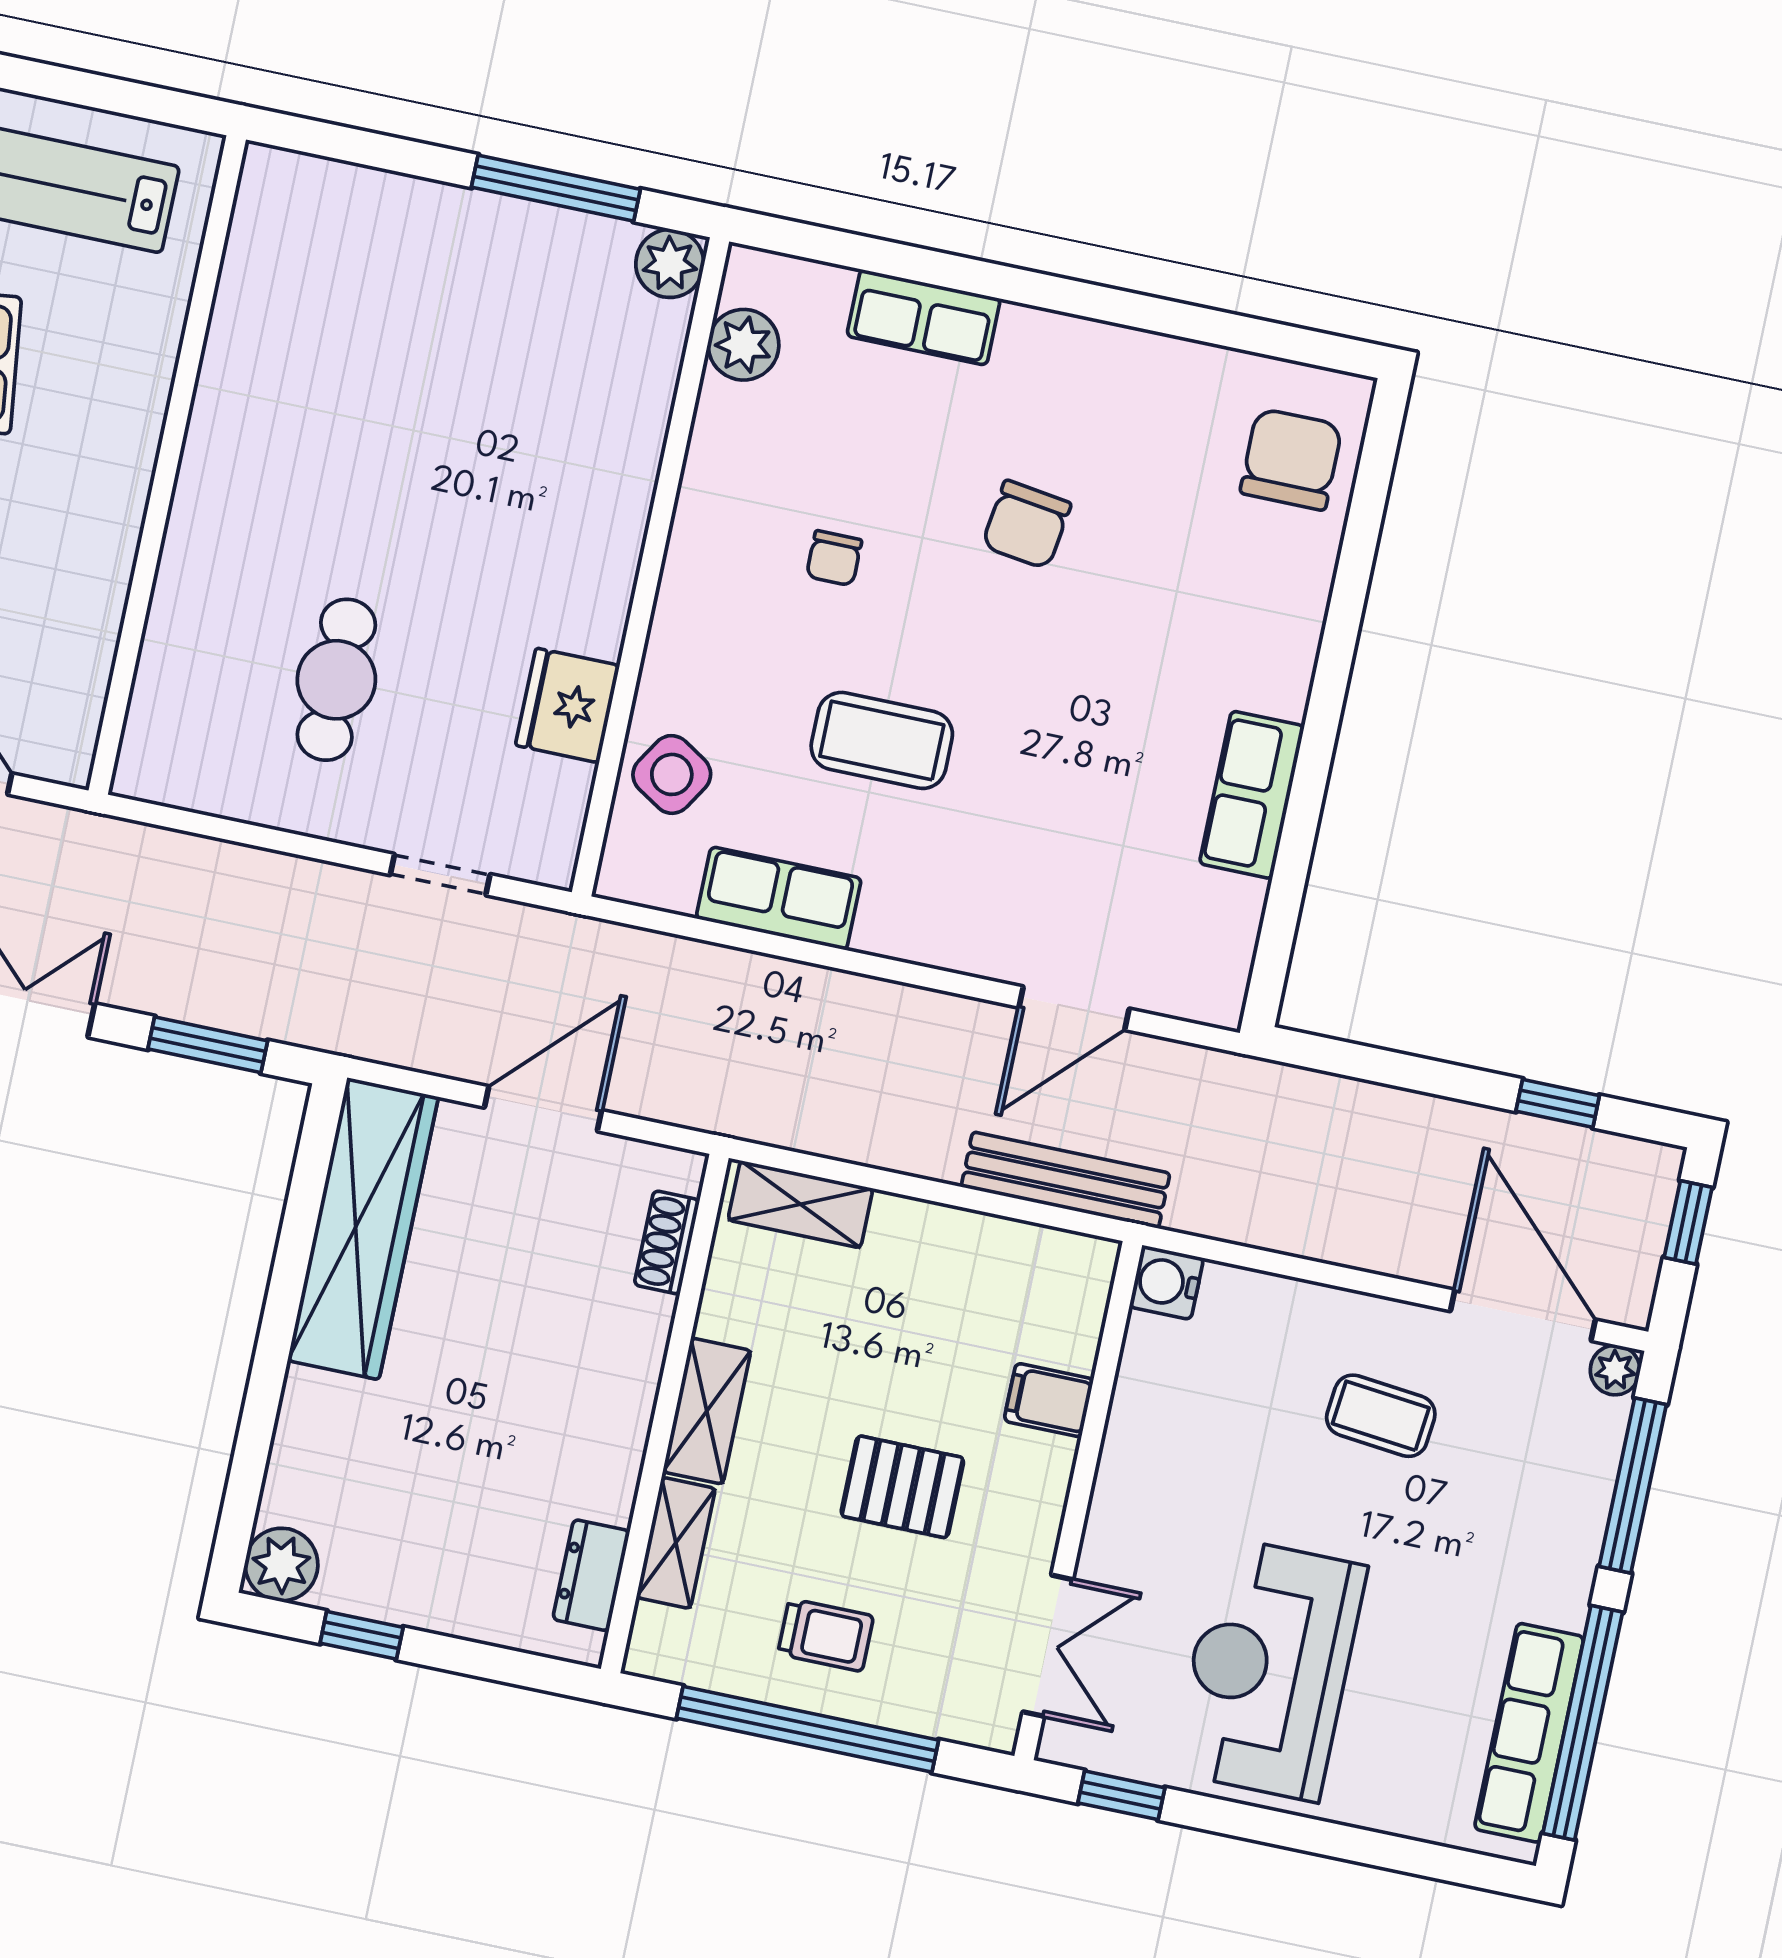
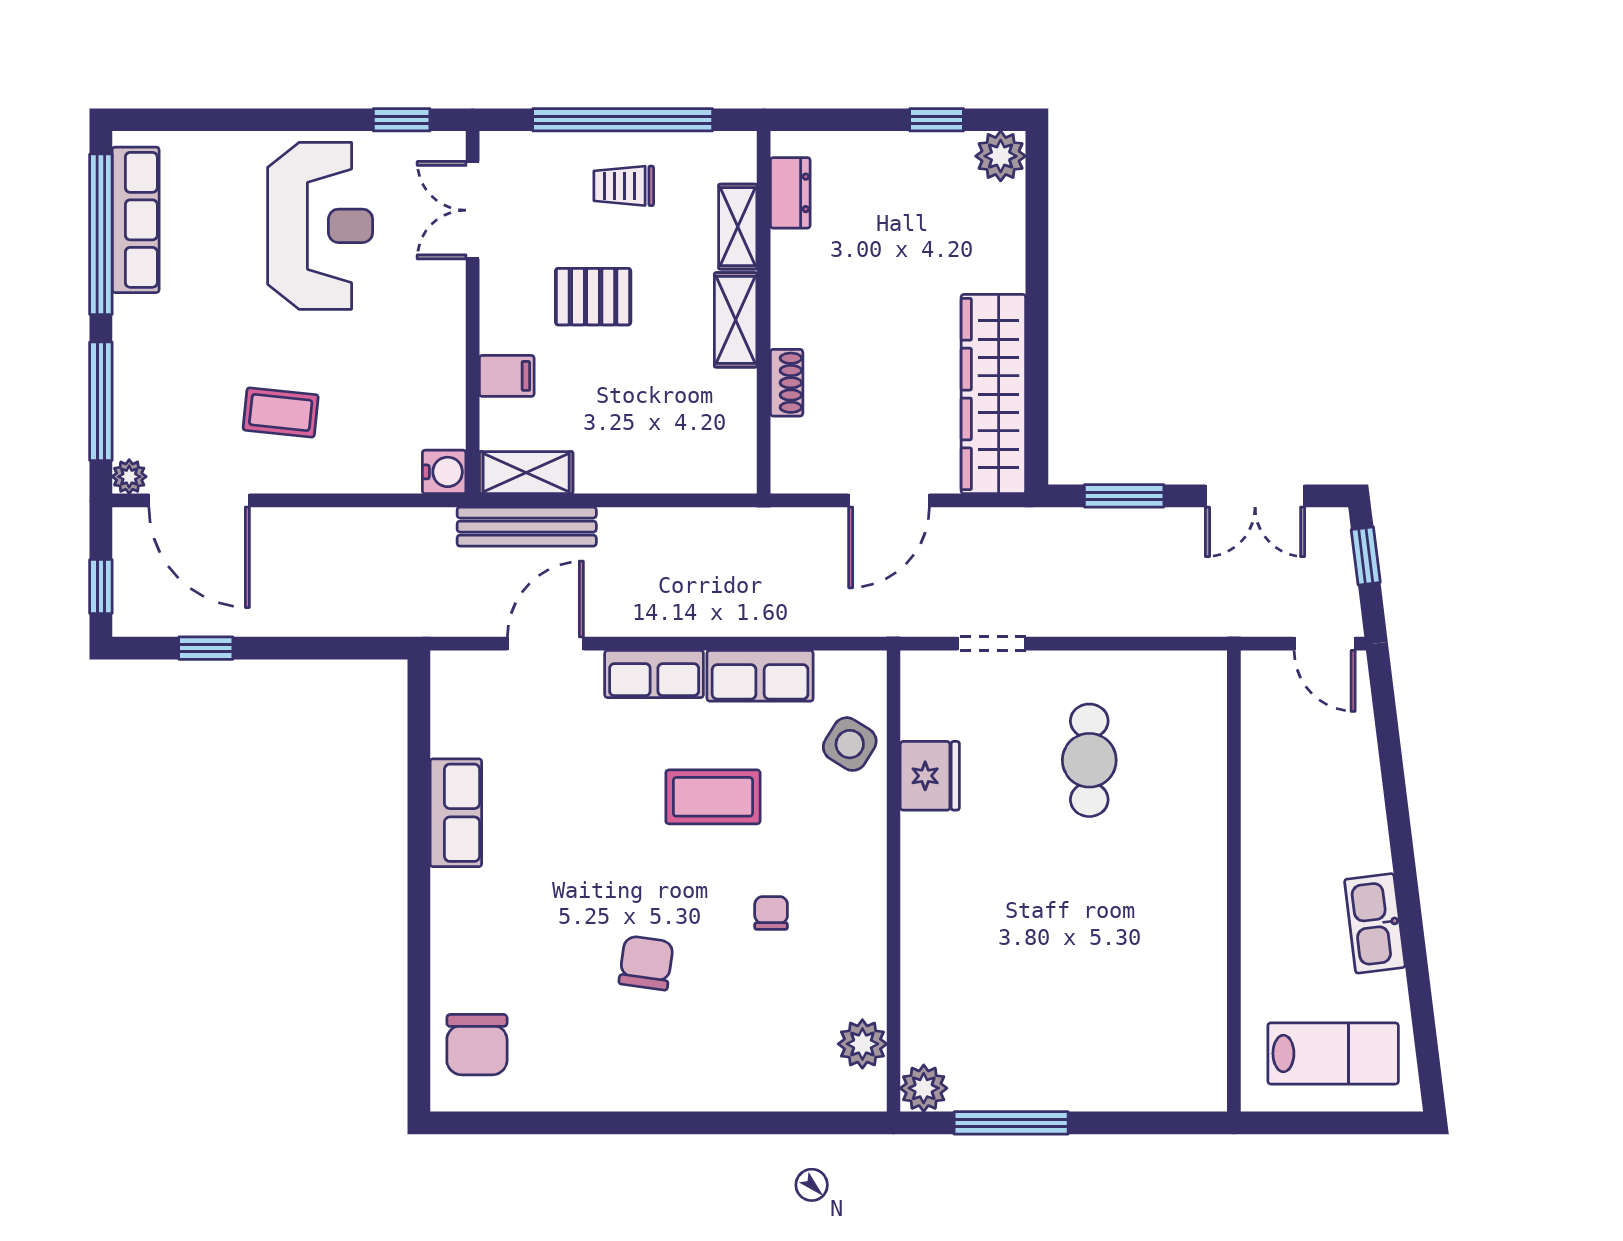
row of seats: (924, 317) -> (654, 674), moved, turned 180
shelving: (800, 1204) -> (526, 473), moved
shoe rack: (667, 1242) -> (787, 383), moved

